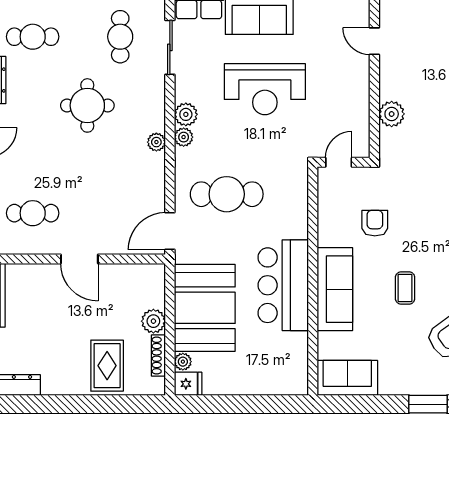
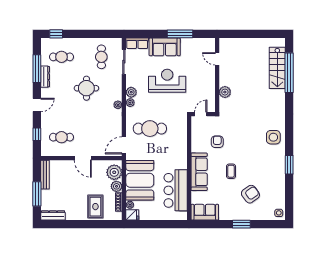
reception desk: (265, 89) -> (167, 81), turned 180
bar counter: (283, 285) -> (176, 190), moved
plant: (148, 290) -> (114, 172), added

